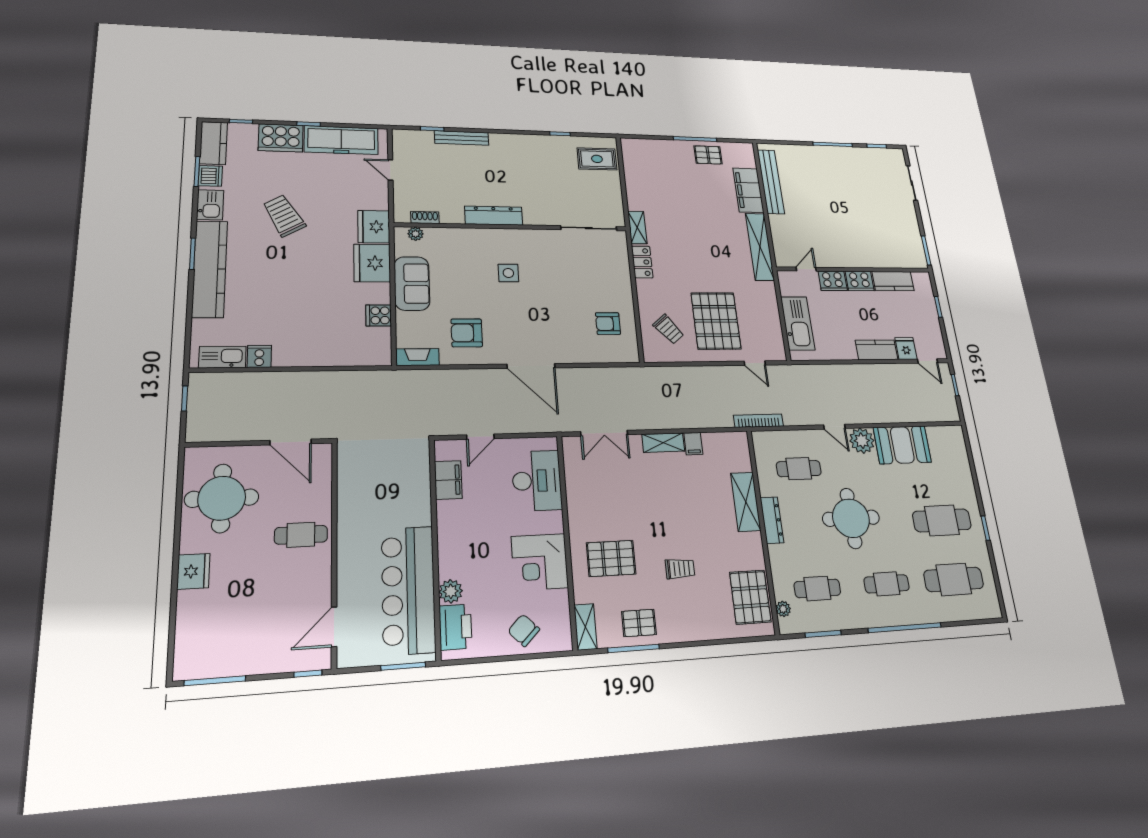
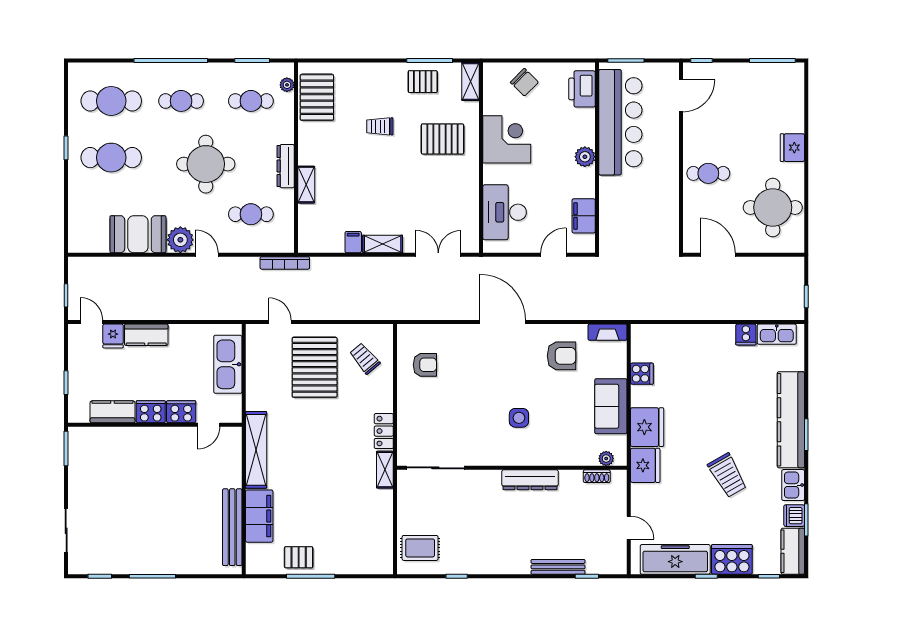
shelving: (746, 502) -> (306, 185), width x0.67, depth x0.75
plant: (451, 591) -> (585, 157), moved

